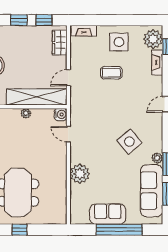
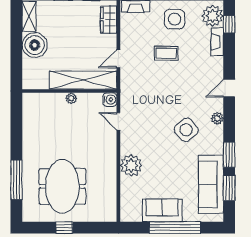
plant: (157, 158) -> (217, 118), moved

